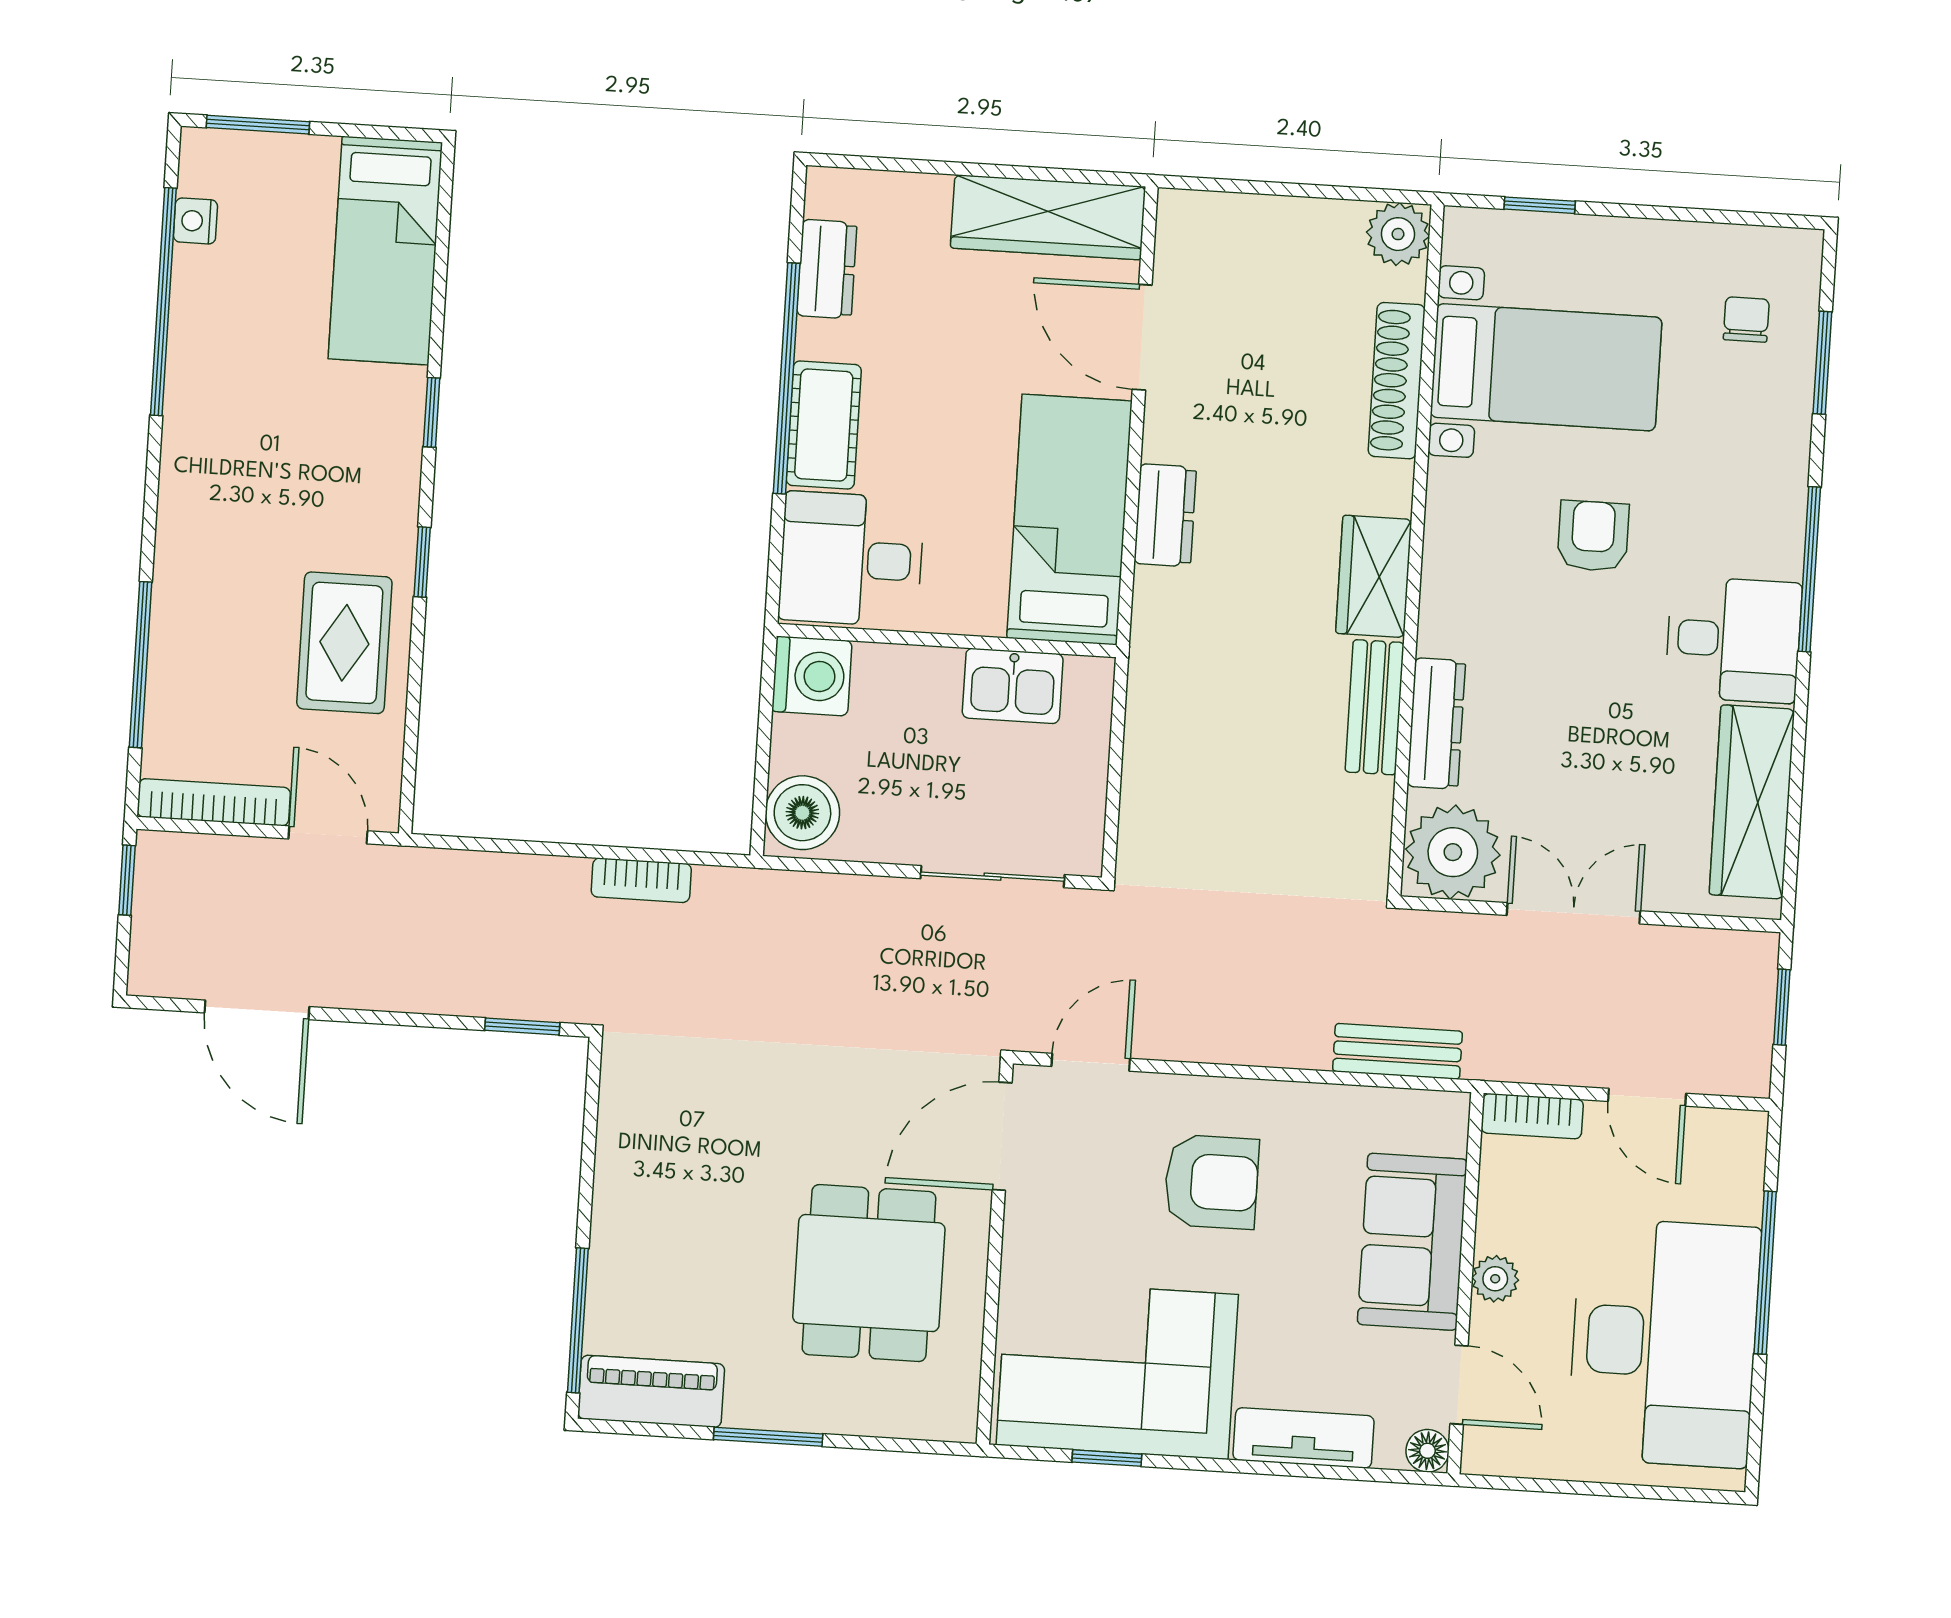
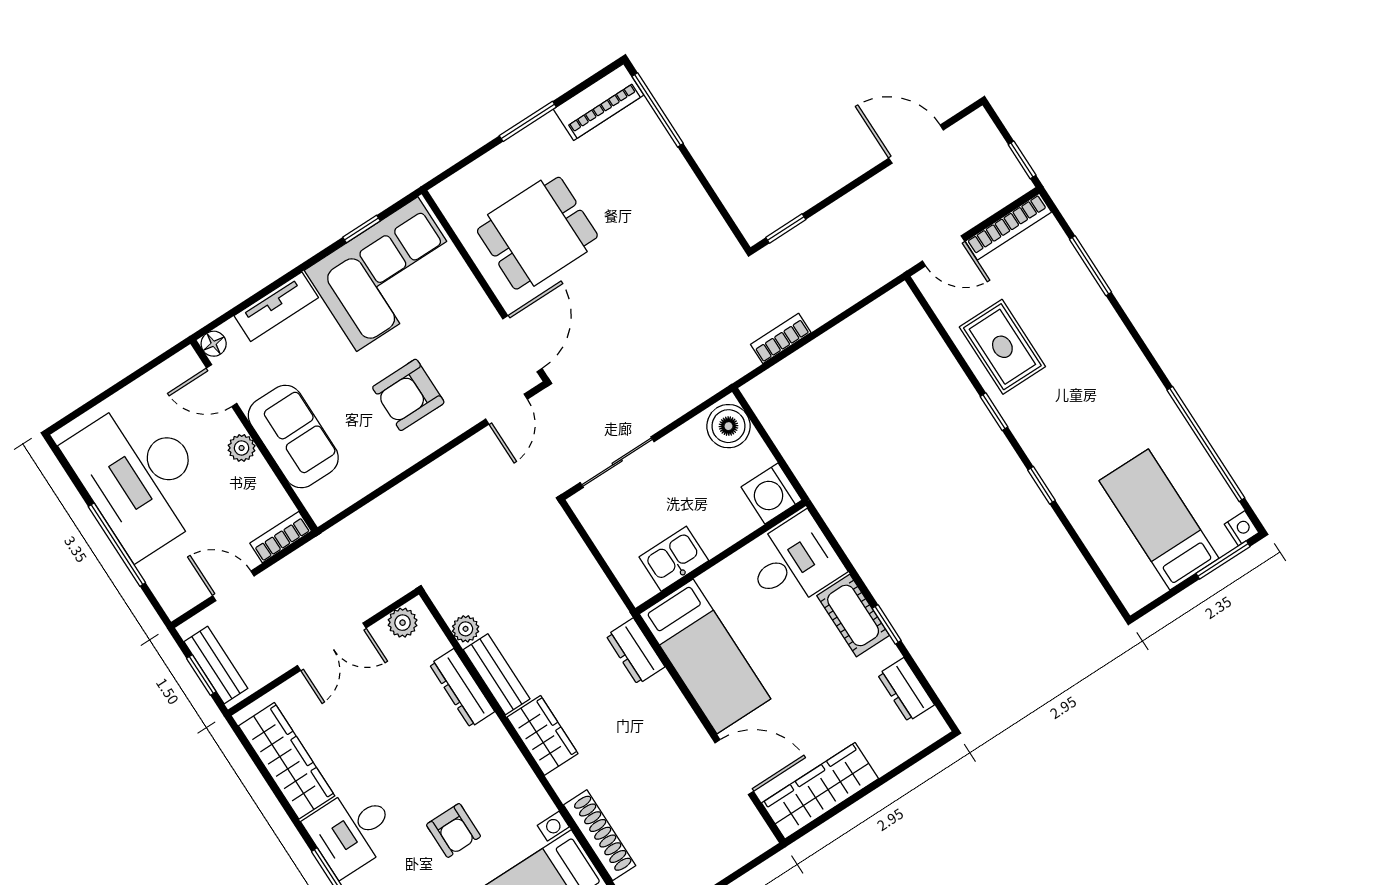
nightstand: (195, 221) -> (1242, 528), moved
bed: (385, 251) -> (1159, 519), moved
window: (787, 378) -> (887, 624), width x0.32
dresser: (1165, 515) -> (635, 651), moved
window: (141, 665) -> (1090, 266), width x0.69
plant: (1371, 801) -> (466, 629), added
plant: (1453, 852) -> (403, 623), width x0.53, depth x0.53
bench: (1397, 1051) -> (216, 665), moved, turned 90
dining table: (869, 1273) -> (537, 233), turned 90

